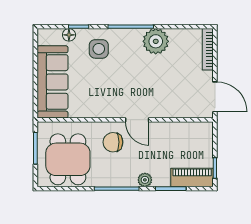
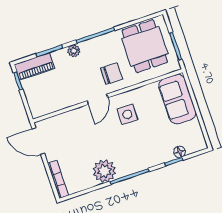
side table: (99, 49) -> (127, 114), moved
sofa: (52, 82) -> (177, 99), width x0.73
door: (137, 120) -> (97, 99), swing flipped

